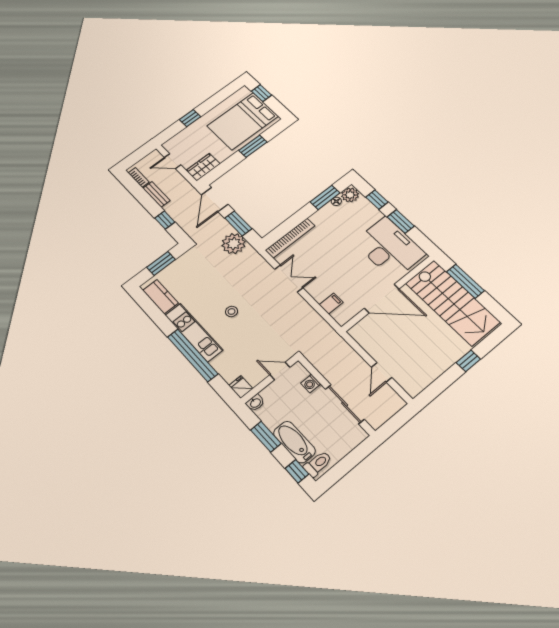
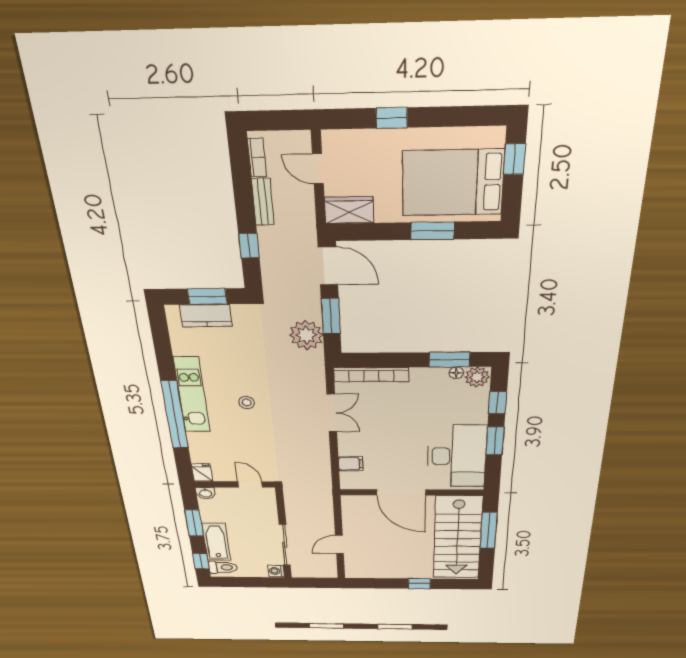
door: (215, 200) -> (328, 266), swing flipped
kitchen counter: (161, 297) -> (206, 316), moved, turned 90
washing machine: (311, 384) -> (276, 571), moved

